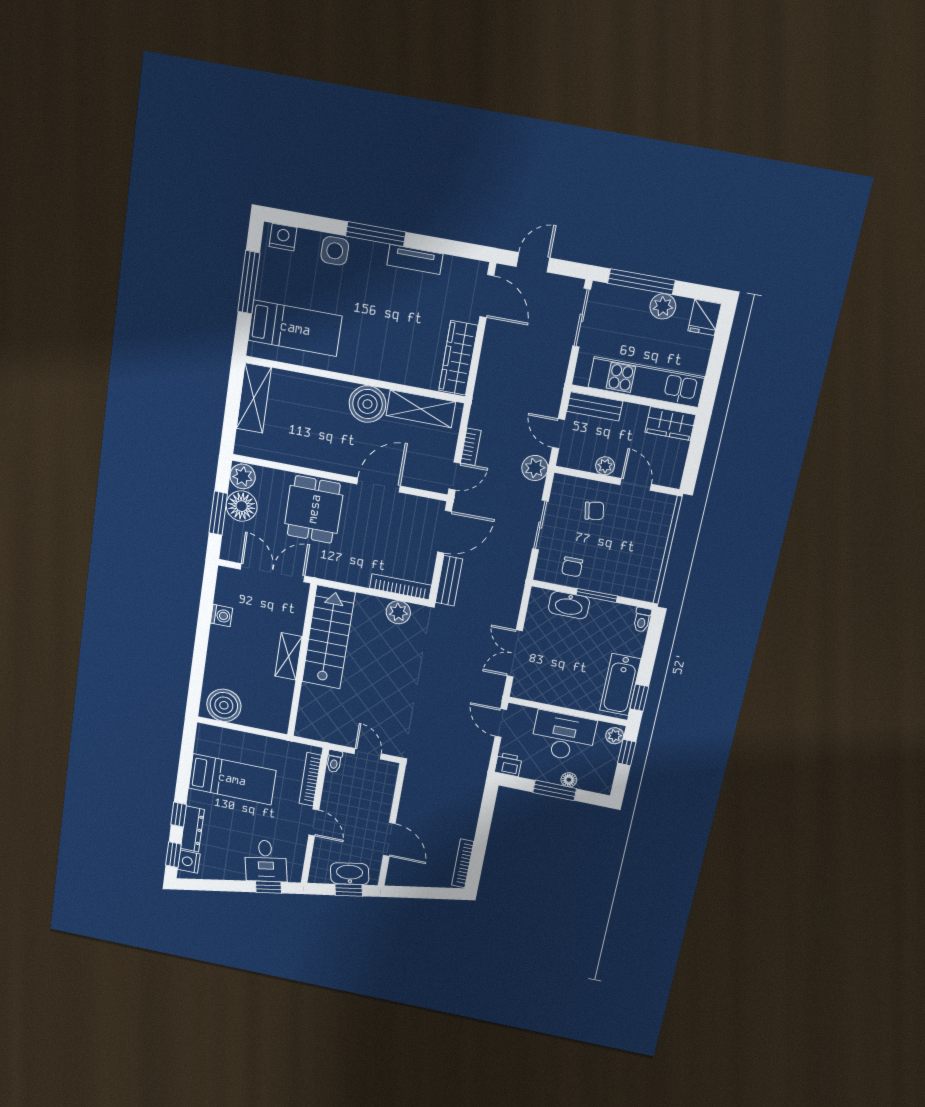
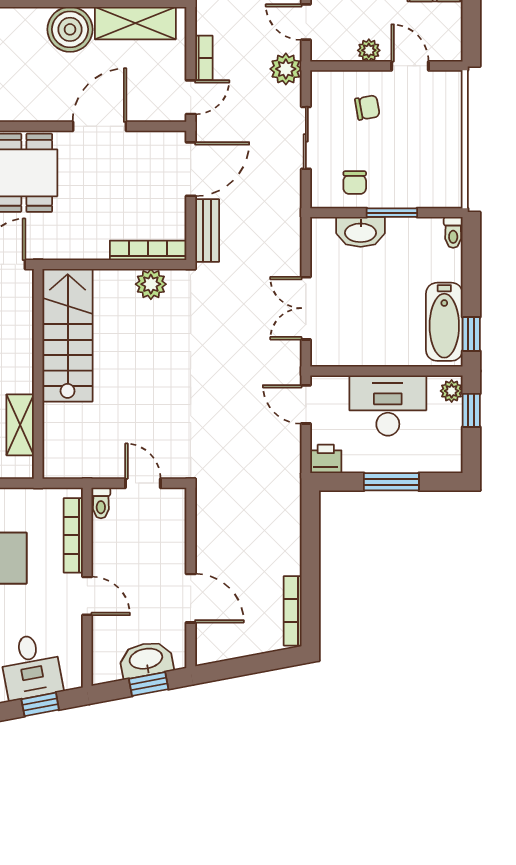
shelving: (289, 656) -> (20, 425), moved
floor lamp: (569, 780) -> (406, 463), removed

